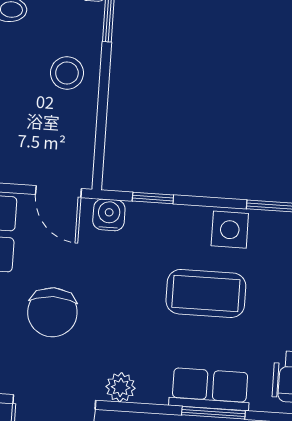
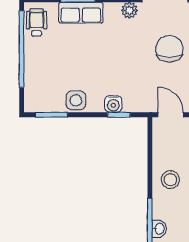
water cooler: (109, 215) -> (113, 104), moved
coffee table: (206, 293) -> (86, 65), removed

